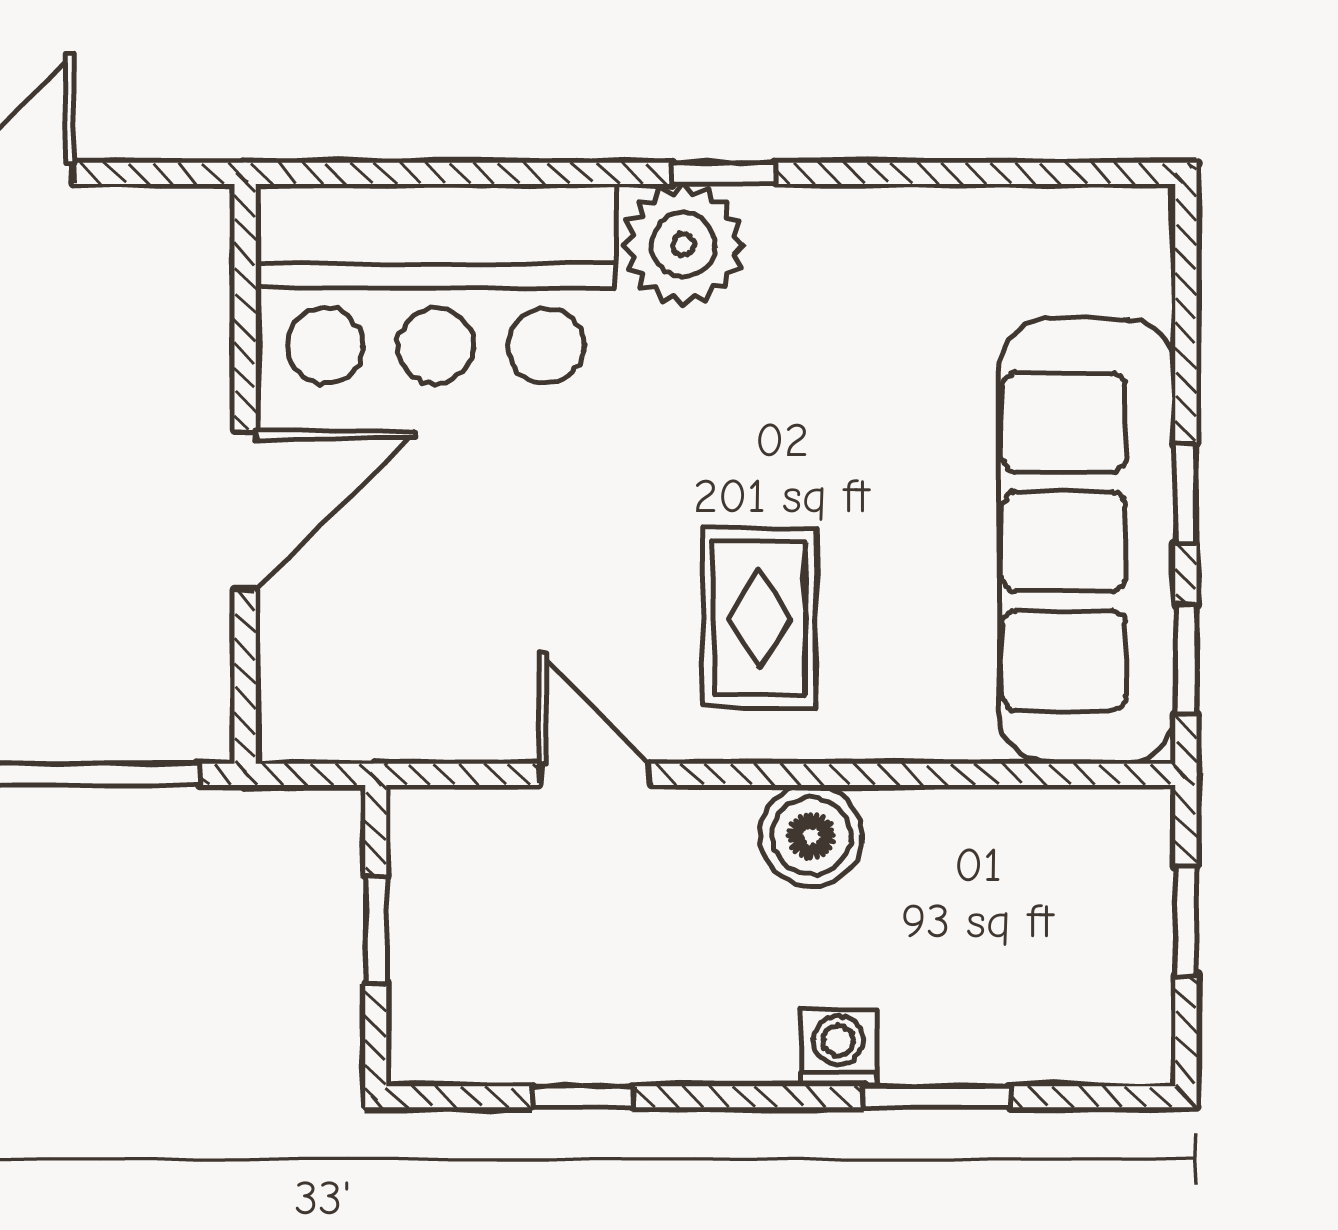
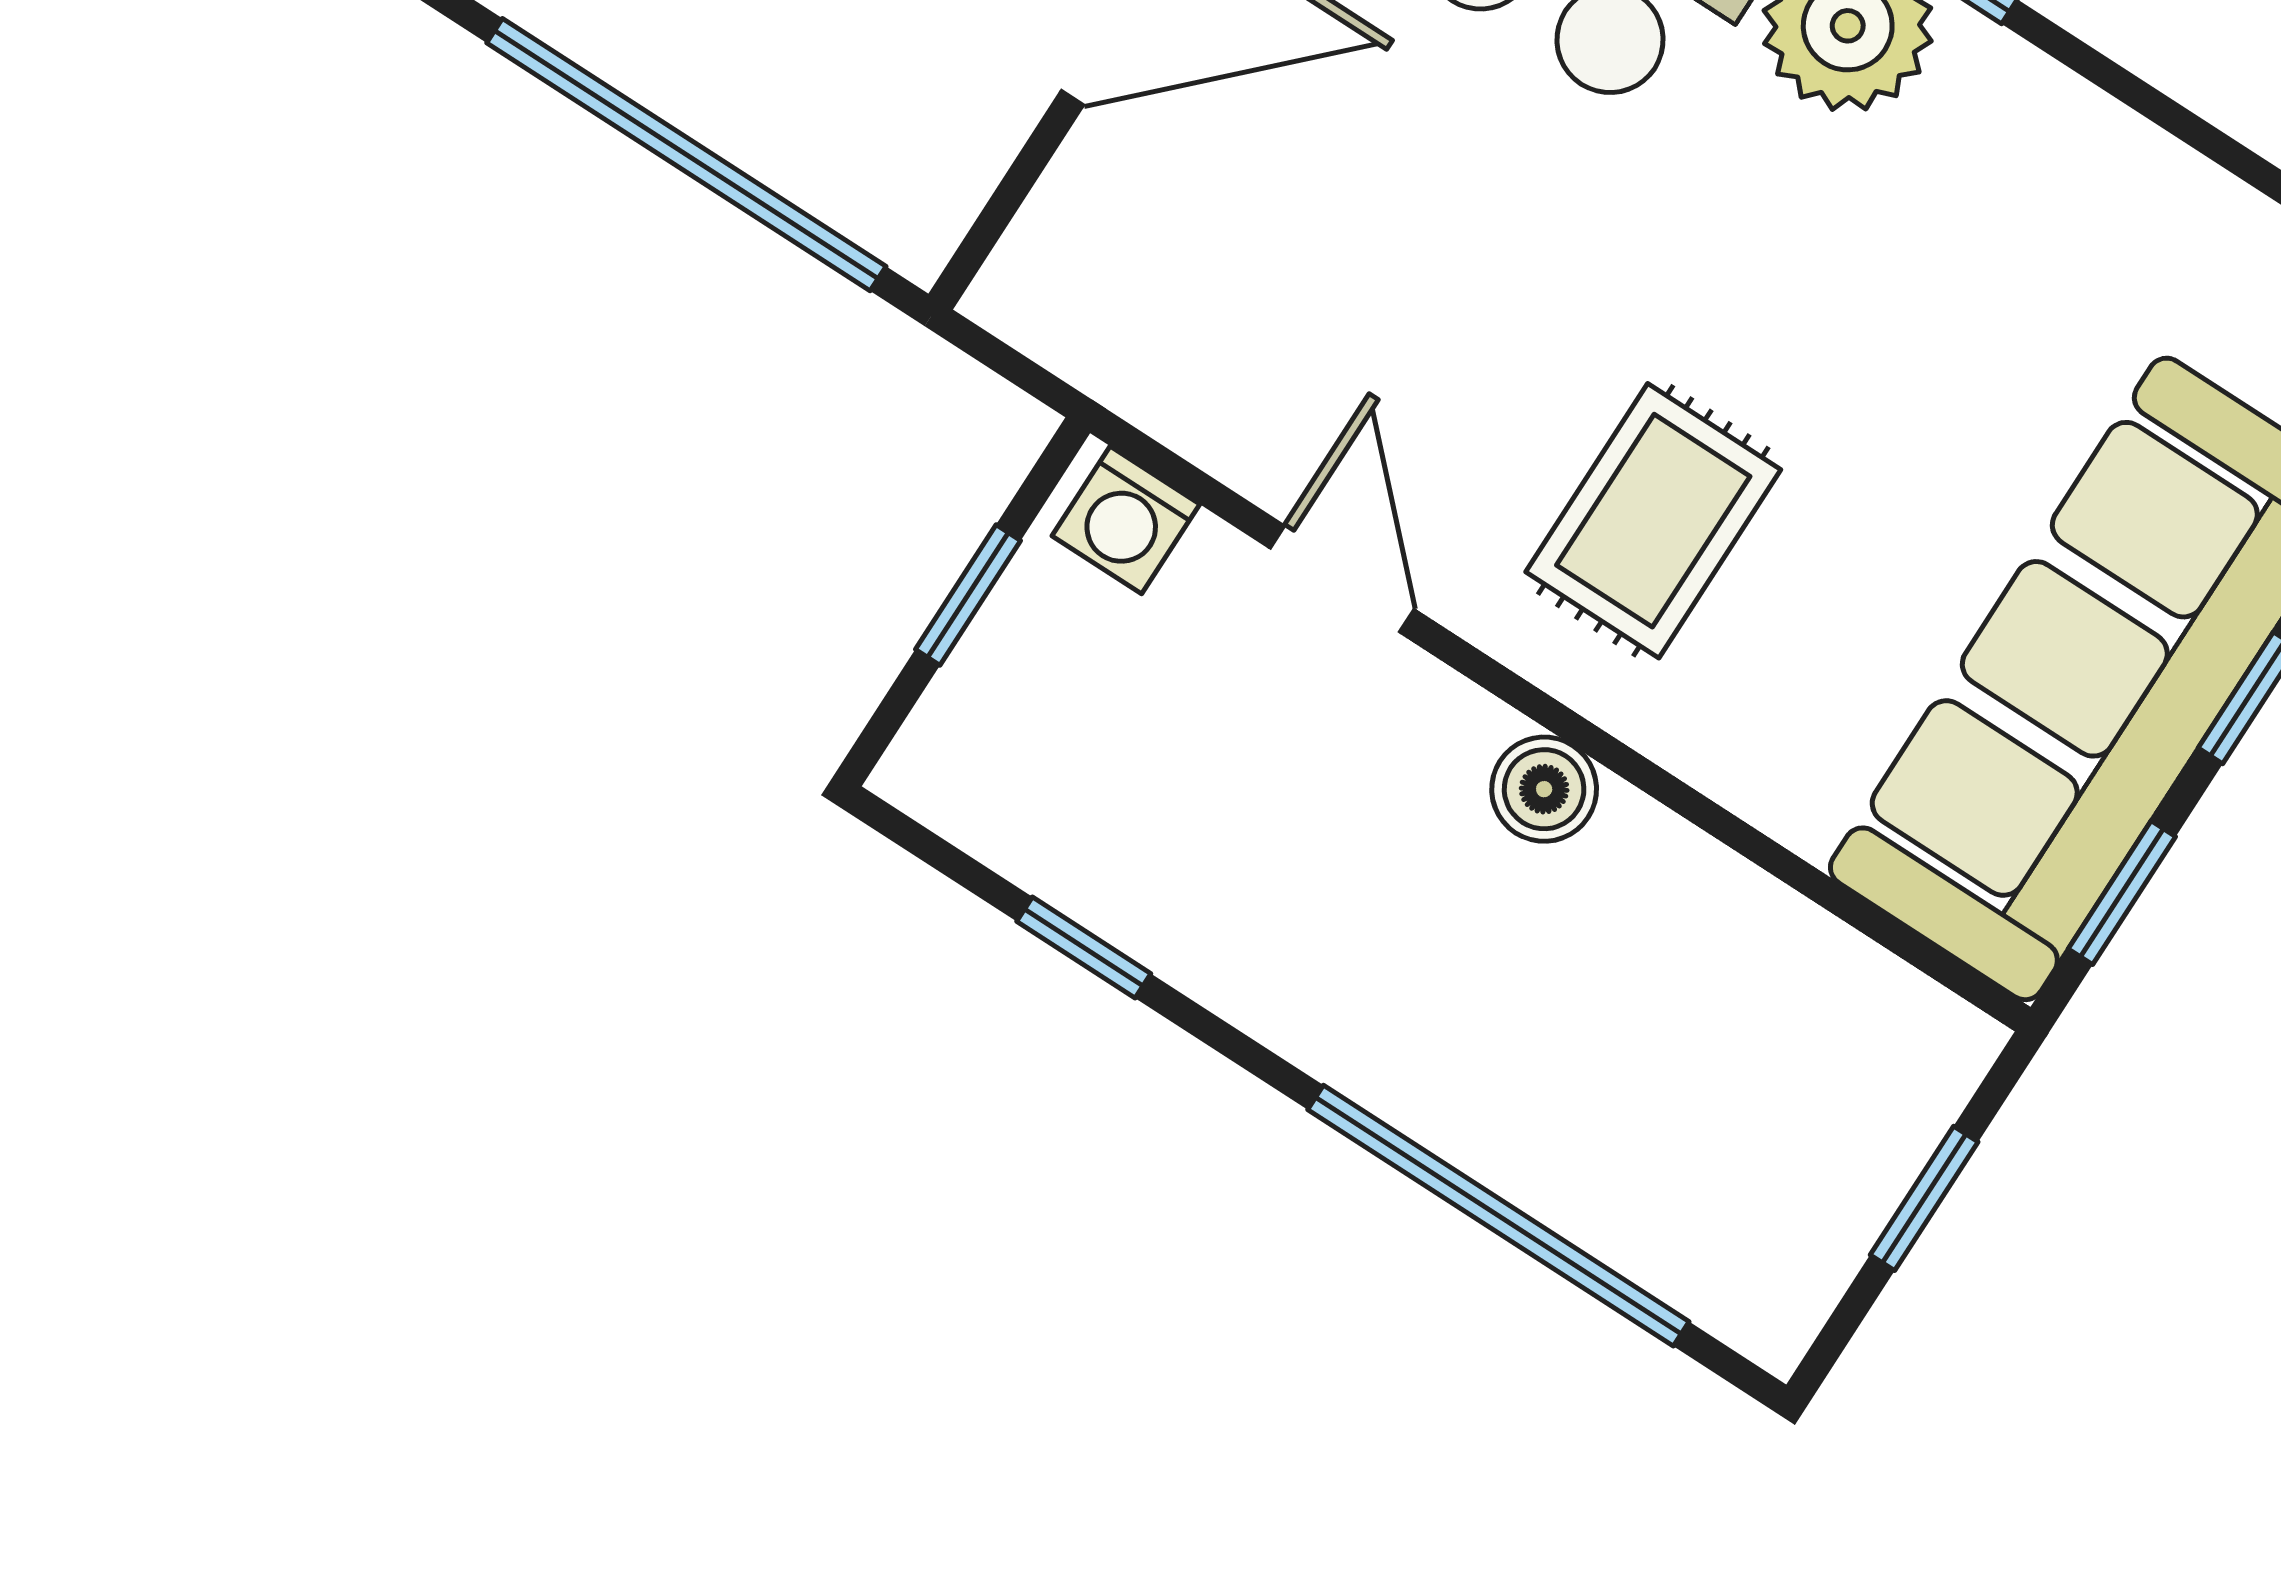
boiler: (811, 836) -> (1544, 789), width x0.73, depth x0.73
washing machine: (838, 1048) -> (1126, 520), moved, turned 180
window: (936, 1097) -> (1498, 1216), width x2.11

